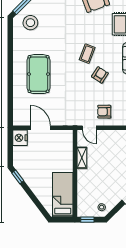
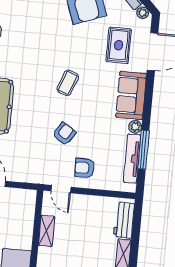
armchair: (100, 75) -> (64, 134), moved

